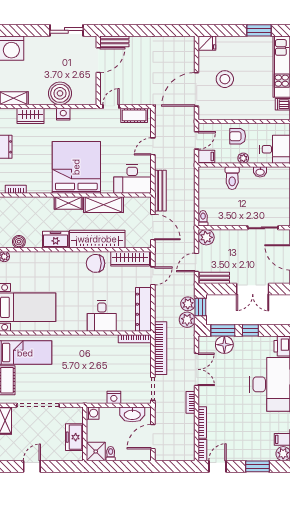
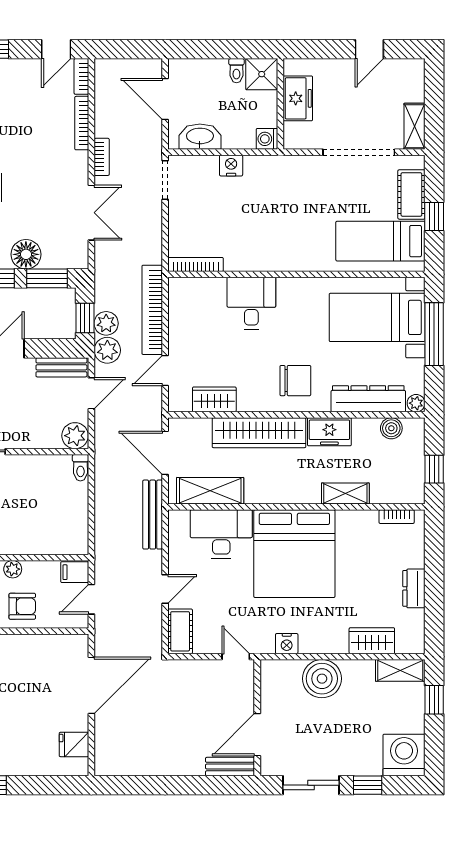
window: (33, 30) -> (368, 785), added
fridge: (207, 43) -> (74, 744), moved
stool: (225, 79) -> (44, 703), removed
door: (111, 106) -> (236, 657), swing flipped
nightstand: (63, 114) -> (287, 644), moved
cot: (134, 115) -> (180, 631), moved, turned 90
toilet: (232, 178) -> (31, 535), removed
desk: (132, 179) -> (221, 534), moved
shelving: (69, 203) -> (345, 493), moved
shelving: (104, 205) -> (210, 491), moved
wardrobe: (130, 259) -> (214, 399), width x0.67
chair: (96, 263) -> (295, 381), moved
dresser: (143, 309) -> (368, 399), moved, turned -90
plant: (187, 320) -> (107, 350), moved
floor lamp: (224, 345) -> (26, 254), moved
bookcase: (161, 348) -> (152, 310), moved
double door: (197, 369) -> (91, 213), swing flipped
door: (153, 437) -> (165, 99), swing flipped

